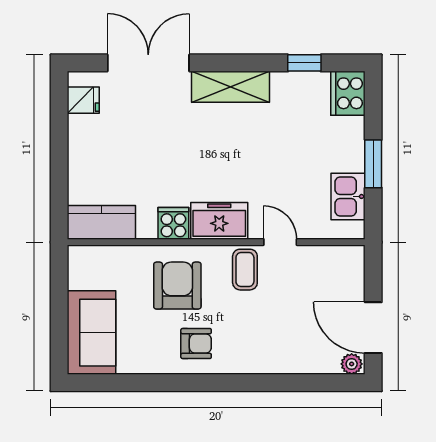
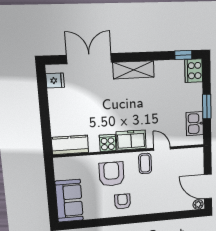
window: (304, 63) -> (183, 55), moved
armchair: (196, 344) -> (123, 201), turned -90

